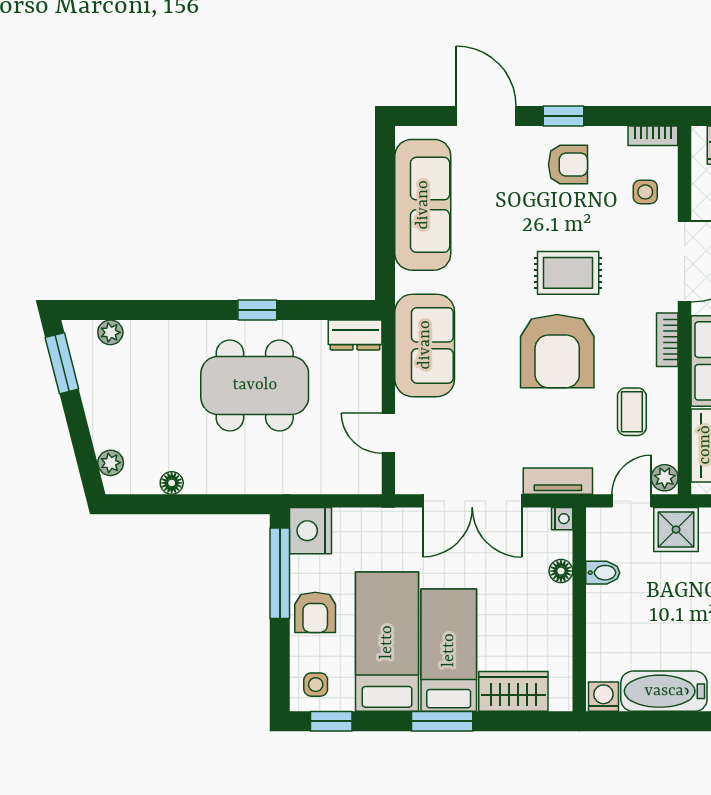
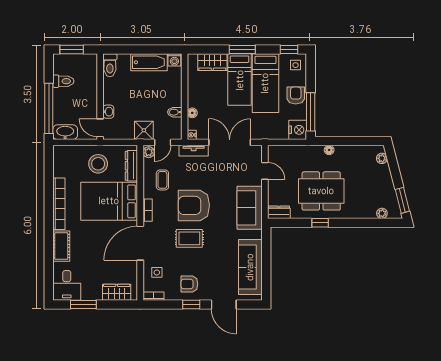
armchair: (557, 351) -> (194, 205), turned -90
floor lamp: (172, 483) -> (329, 150), moved

